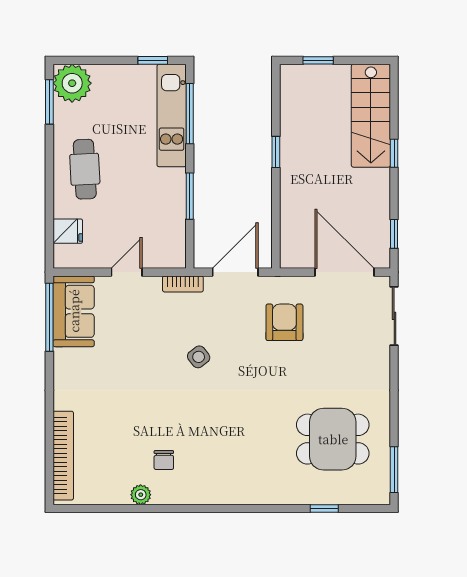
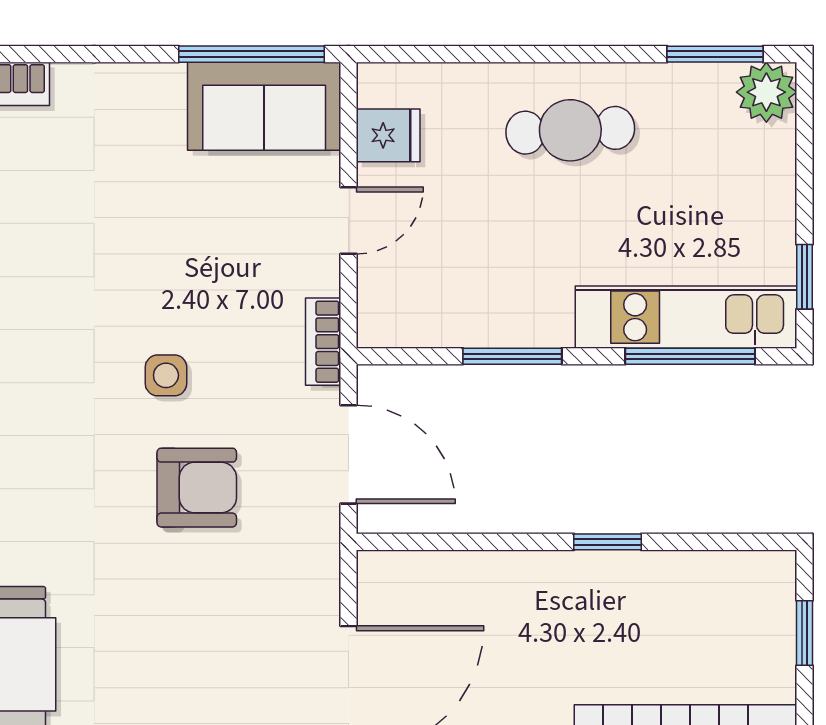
plant: (72, 83) -> (766, 92), width x0.73, depth x0.73
fridge: (68, 231) -> (388, 135), moved, turned -90
door: (127, 272) -> (349, 220), hinge flipped
armchair: (284, 322) -> (197, 488), moved
side table: (199, 357) -> (166, 375), turned 37

